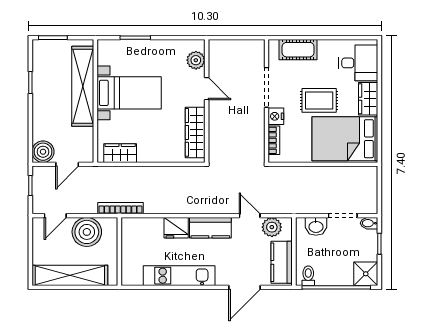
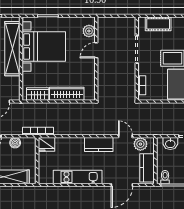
door: (207, 89) -> (96, 50), swing flipped
bed with nightstands: (129, 93) -> (44, 47), width x1.36
nightstand: (276, 116) -> (143, 69), removed
wardrobe: (195, 132) -> (67, 94), moved, turned 90
fridge: (176, 228) -> (46, 144), moved
boiler: (87, 232) -> (15, 143), width x0.54, depth x0.54

